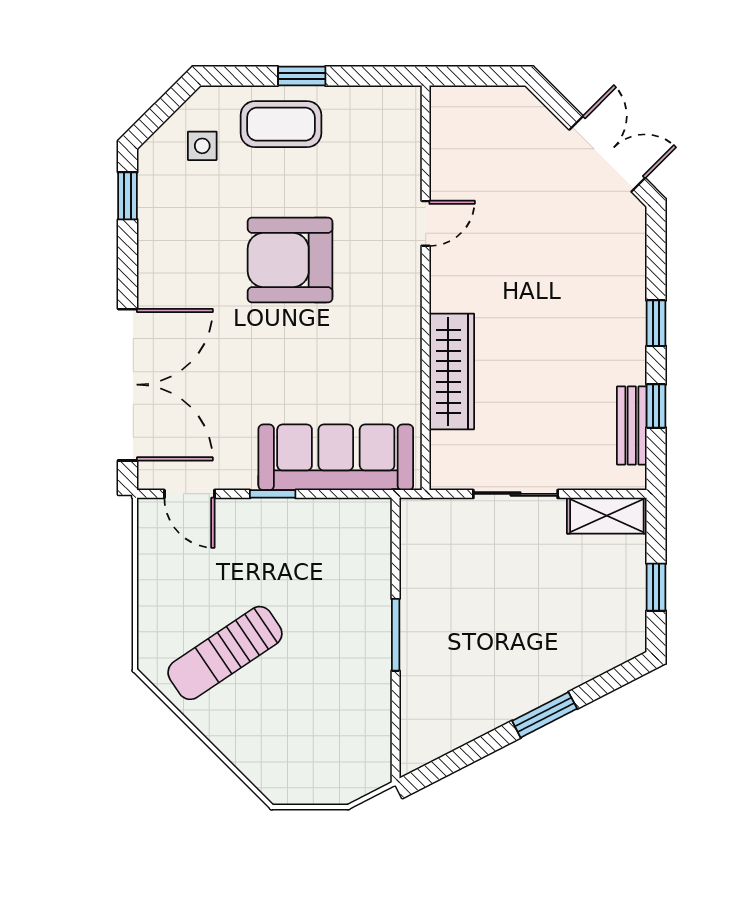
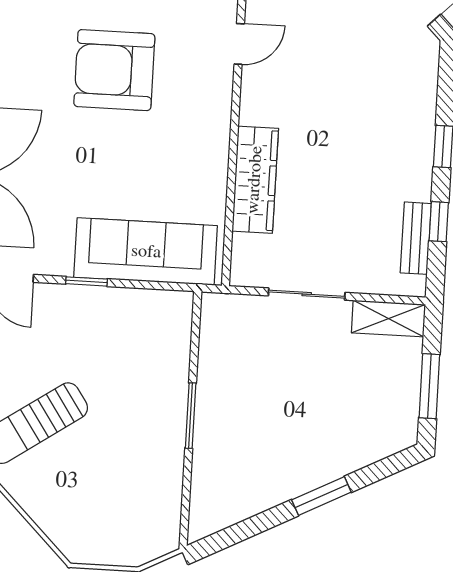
window: (656, 587) -> (429, 386), width x1.50

